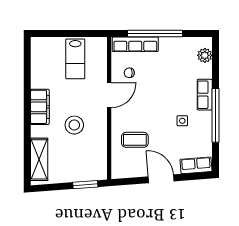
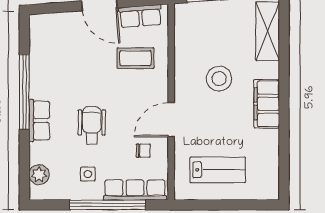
lab bench: (75, 59) -> (218, 170), turned 90
wheelchair: (167, 91) -> (92, 125), added
side table: (182, 121) -> (88, 174), moved
row of seats: (196, 165) -> (140, 16), moved

